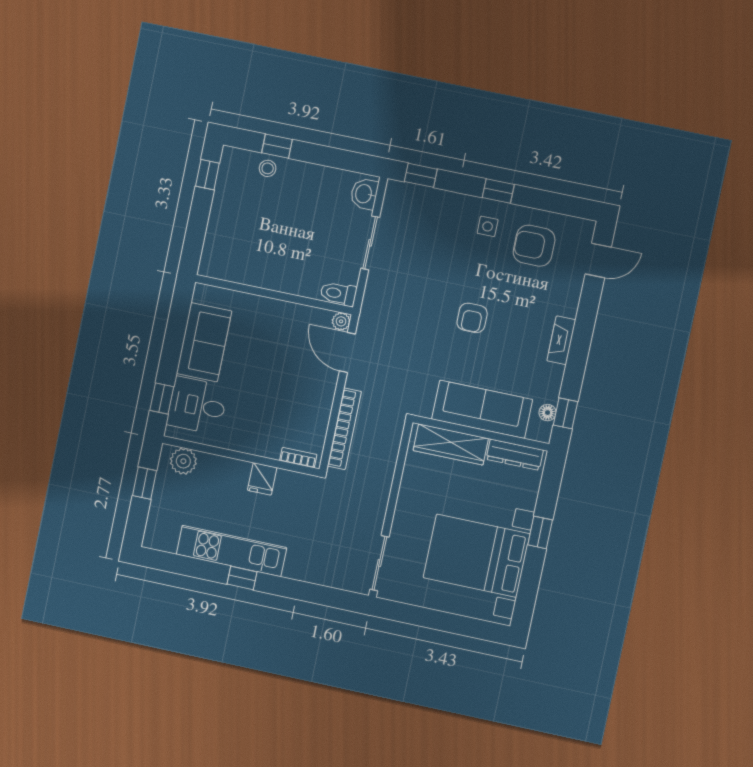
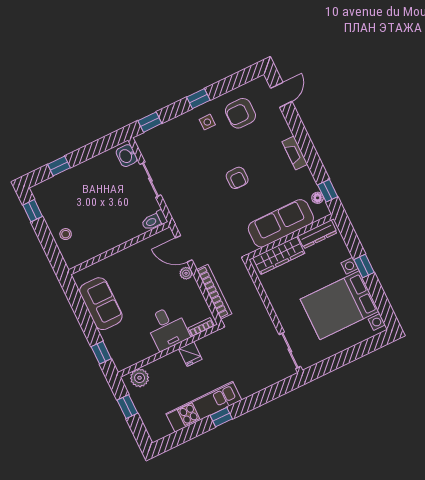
stool: (268, 168) -> (66, 234), moved
plant: (341, 321) -> (186, 273), moved
desk: (197, 406) -> (167, 328), moved, turned -90

